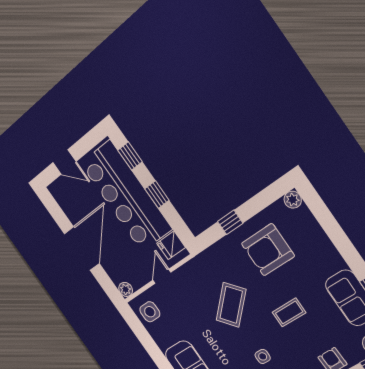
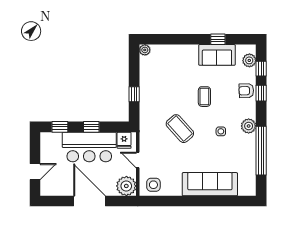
bar counter: (126, 196) -> (89, 147), width x0.73
armchair: (268, 250) -> (163, 83), removed
plant: (126, 289) -> (126, 186), width x1.87, depth x1.87

